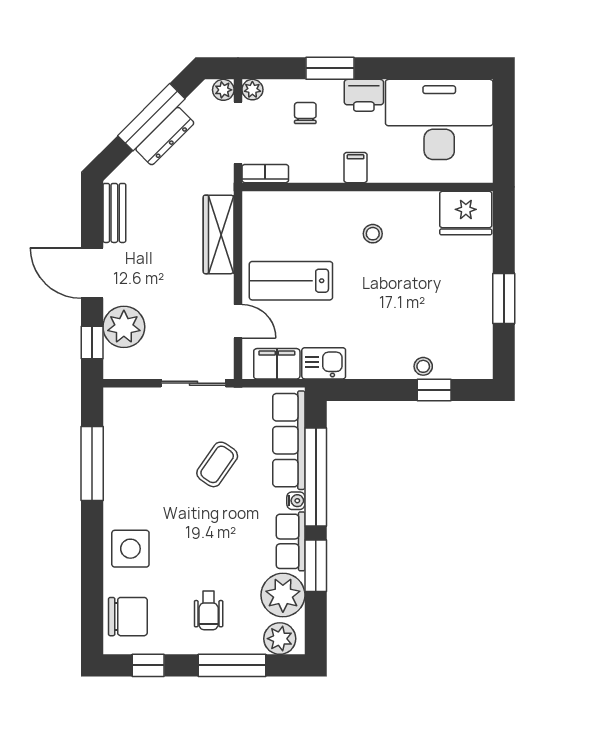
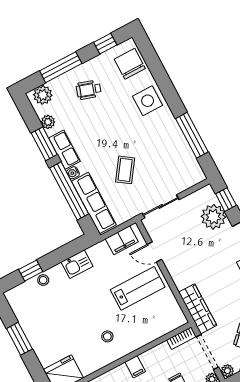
wardrobe: (219, 234) -> (198, 309), moved
kitchen sink: (324, 363) -> (77, 264), moved
plant: (283, 595) -> (48, 122), width x0.53, depth x0.53
wheelchair: (209, 611) -> (89, 90), turned -72
chair: (128, 617) -> (130, 64), turned 90

